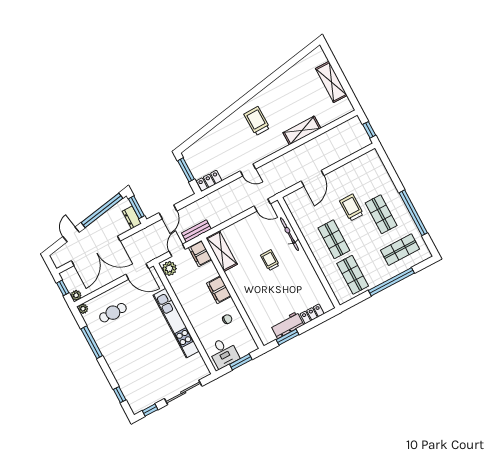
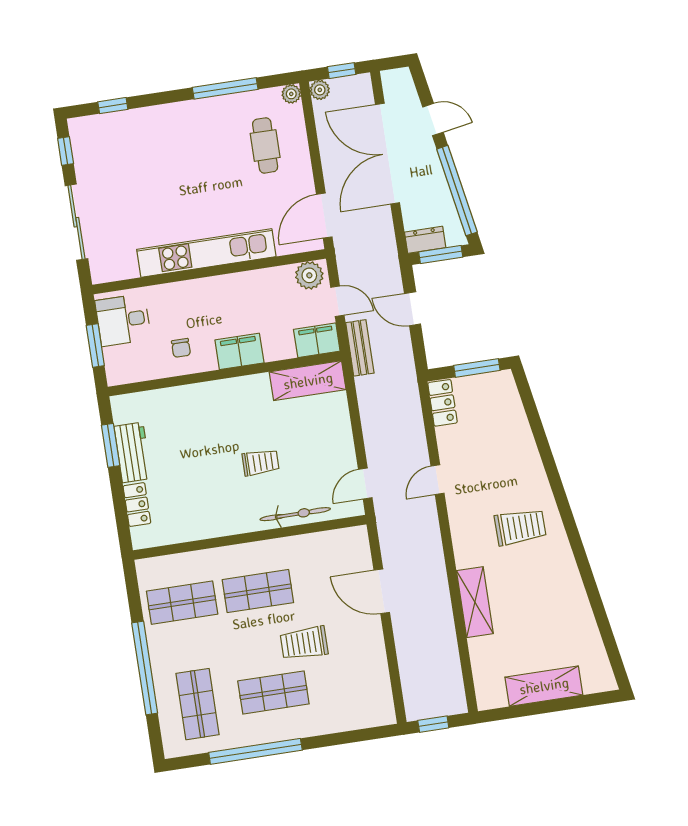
trolley: (352, 208) -> (304, 643), turned 180

